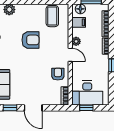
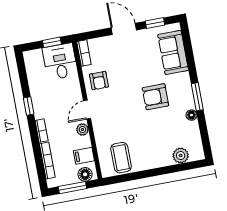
armchair: (31, 40) -> (155, 97), moved
door: (70, 55) -> (87, 110), hinge flipped
desk: (87, 93) -> (60, 62), width x0.73

